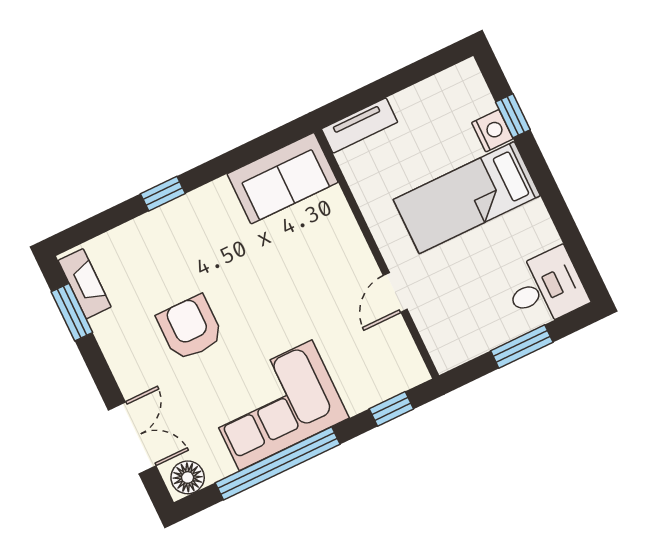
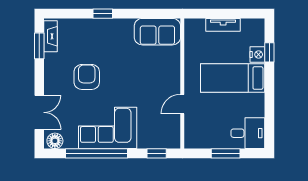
tv unit: (360, 126) -> (223, 25), moved

